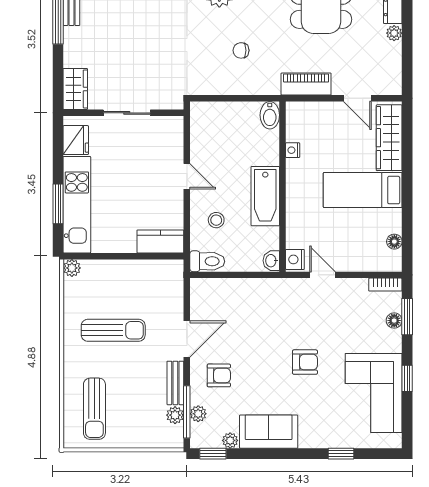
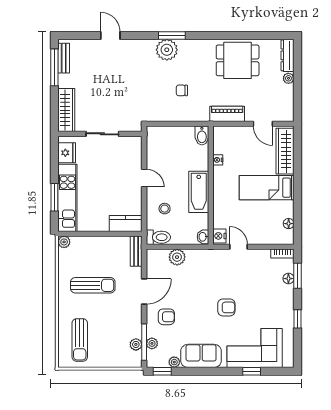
wardrobe: (75, 89) -> (66, 110), width x1.50
plant: (234, 290) -> (177, 257), added
bench: (175, 383) -> (136, 251), moved
corner sofa: (374, 393) -> (255, 348), moved, turned 90

